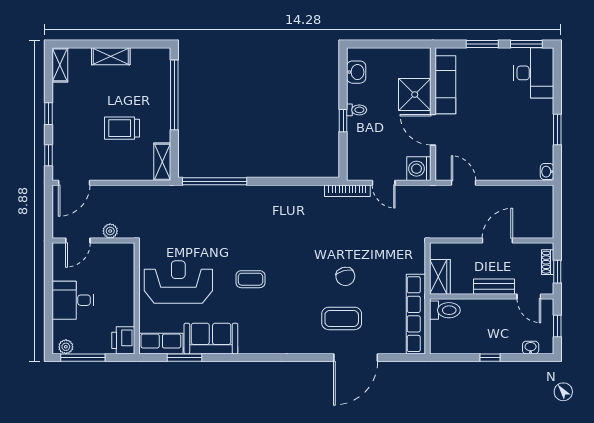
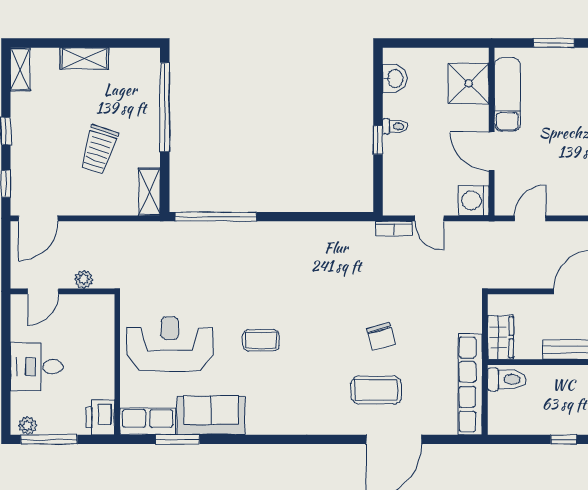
shower: (415, 95) -> (469, 83), moved
trolley: (122, 128) -> (99, 149), turned -72
door: (463, 183) -> (530, 218), hinge flipped
bookcase: (347, 191) -> (394, 228), width x0.64

